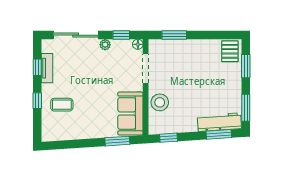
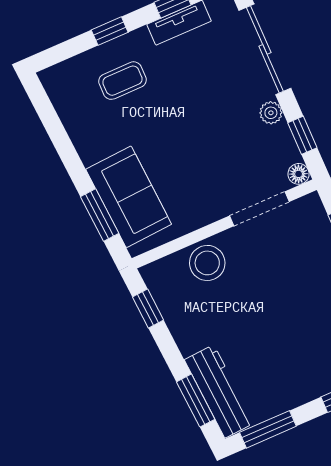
coffee table: (62, 105) -> (122, 81), turned 90
sofa: (130, 113) -> (129, 197), moved, turned 86

